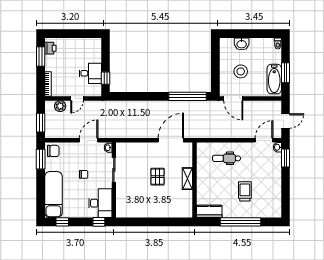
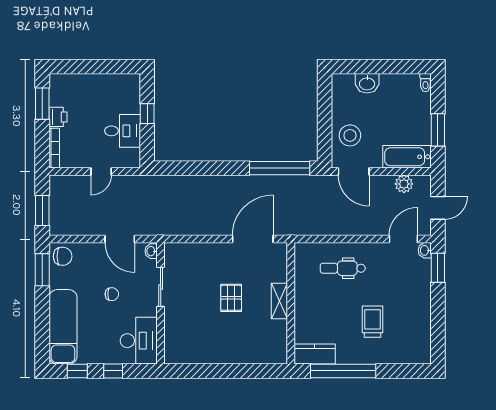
printer: (50, 48) -> (58, 117), moved
stool: (241, 71) -> (350, 135), moved
window: (105, 78) -> (147, 114), moved
bathtub: (274, 79) -> (407, 157), moved, turned 90
plant: (60, 106) -> (404, 184), moved
door: (89, 140) -> (120, 239), swing flipped
window: (99, 222) -> (113, 371), moved
window: (241, 222) -> (343, 371), moved

